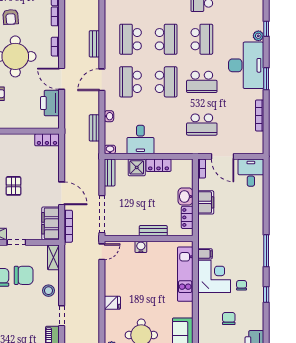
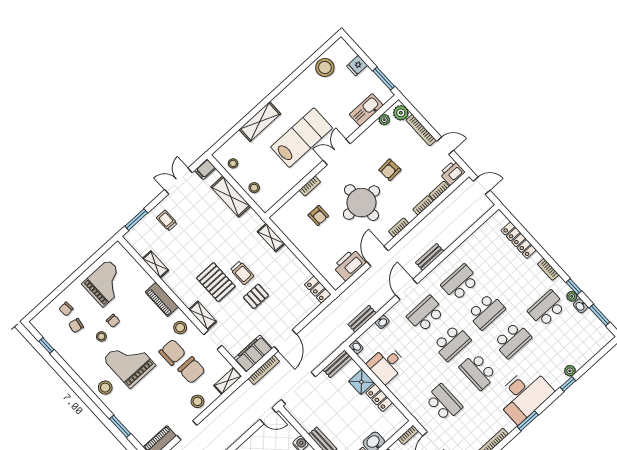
plant: (258, 36) -> (570, 371), moved
door: (102, 80) -> (406, 289), hinge flipped
school desk: (202, 125) -> (444, 403), turned 180

